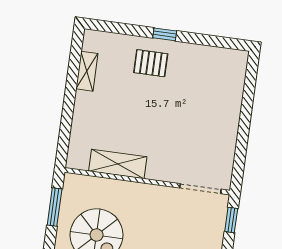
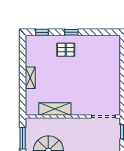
window: (114, 27) -> (42, 32), added
shelving: (87, 71) -> (30, 78), moved

